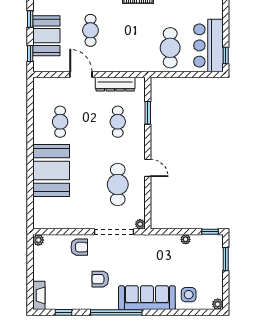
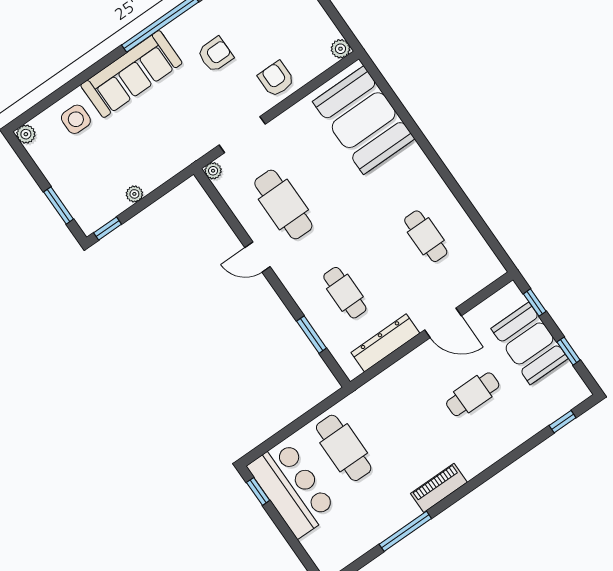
cafe table: (90, 30) -> (473, 394), turned 90
booth: (51, 170) -> (364, 120), moved
doorway: (114, 232) -> (242, 135), width x0.73
armchair: (79, 247) -> (276, 79), turned 90

